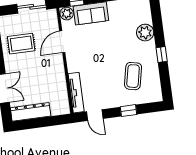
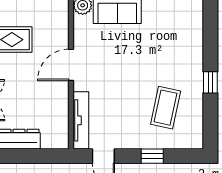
plant: (145, 33) -> (191, 48), removed
door: (62, 42) -> (71, 65), moved

